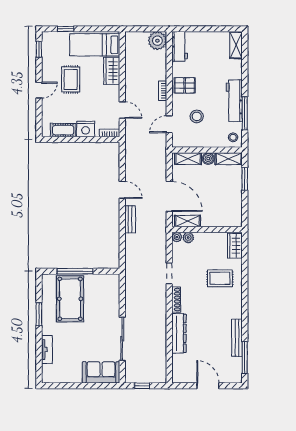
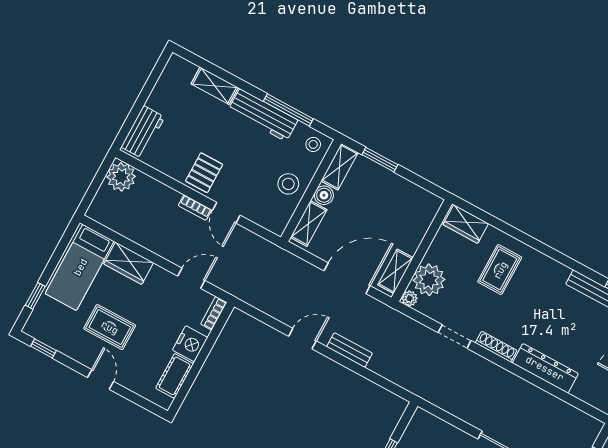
shelving: (236, 45) -> (215, 86), moved
workbench: (180, 46) -> (143, 132), moved, turned 90
stool: (197, 116) -> (288, 184), moved
door: (169, 124) -> (226, 213), moved
plant: (188, 237) -> (429, 280), width x1.87, depth x1.87

